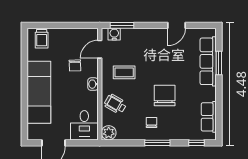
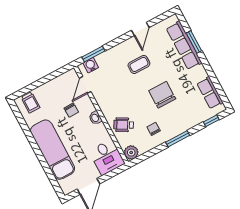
coffee table: (124, 72) -> (139, 64), moved
chair: (151, 122) -> (154, 129), moved

